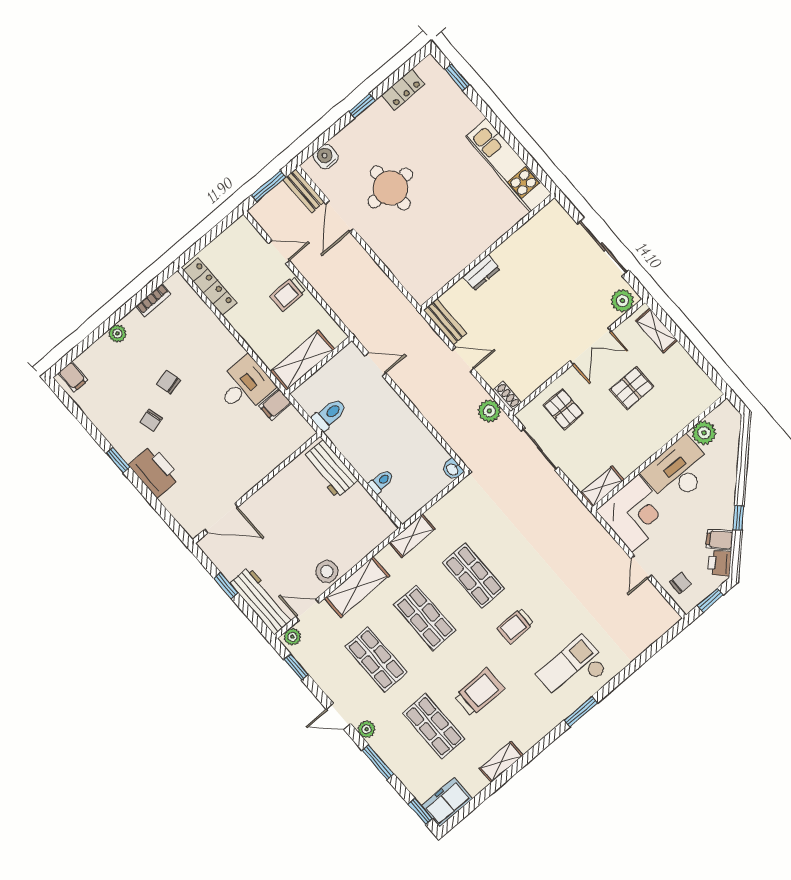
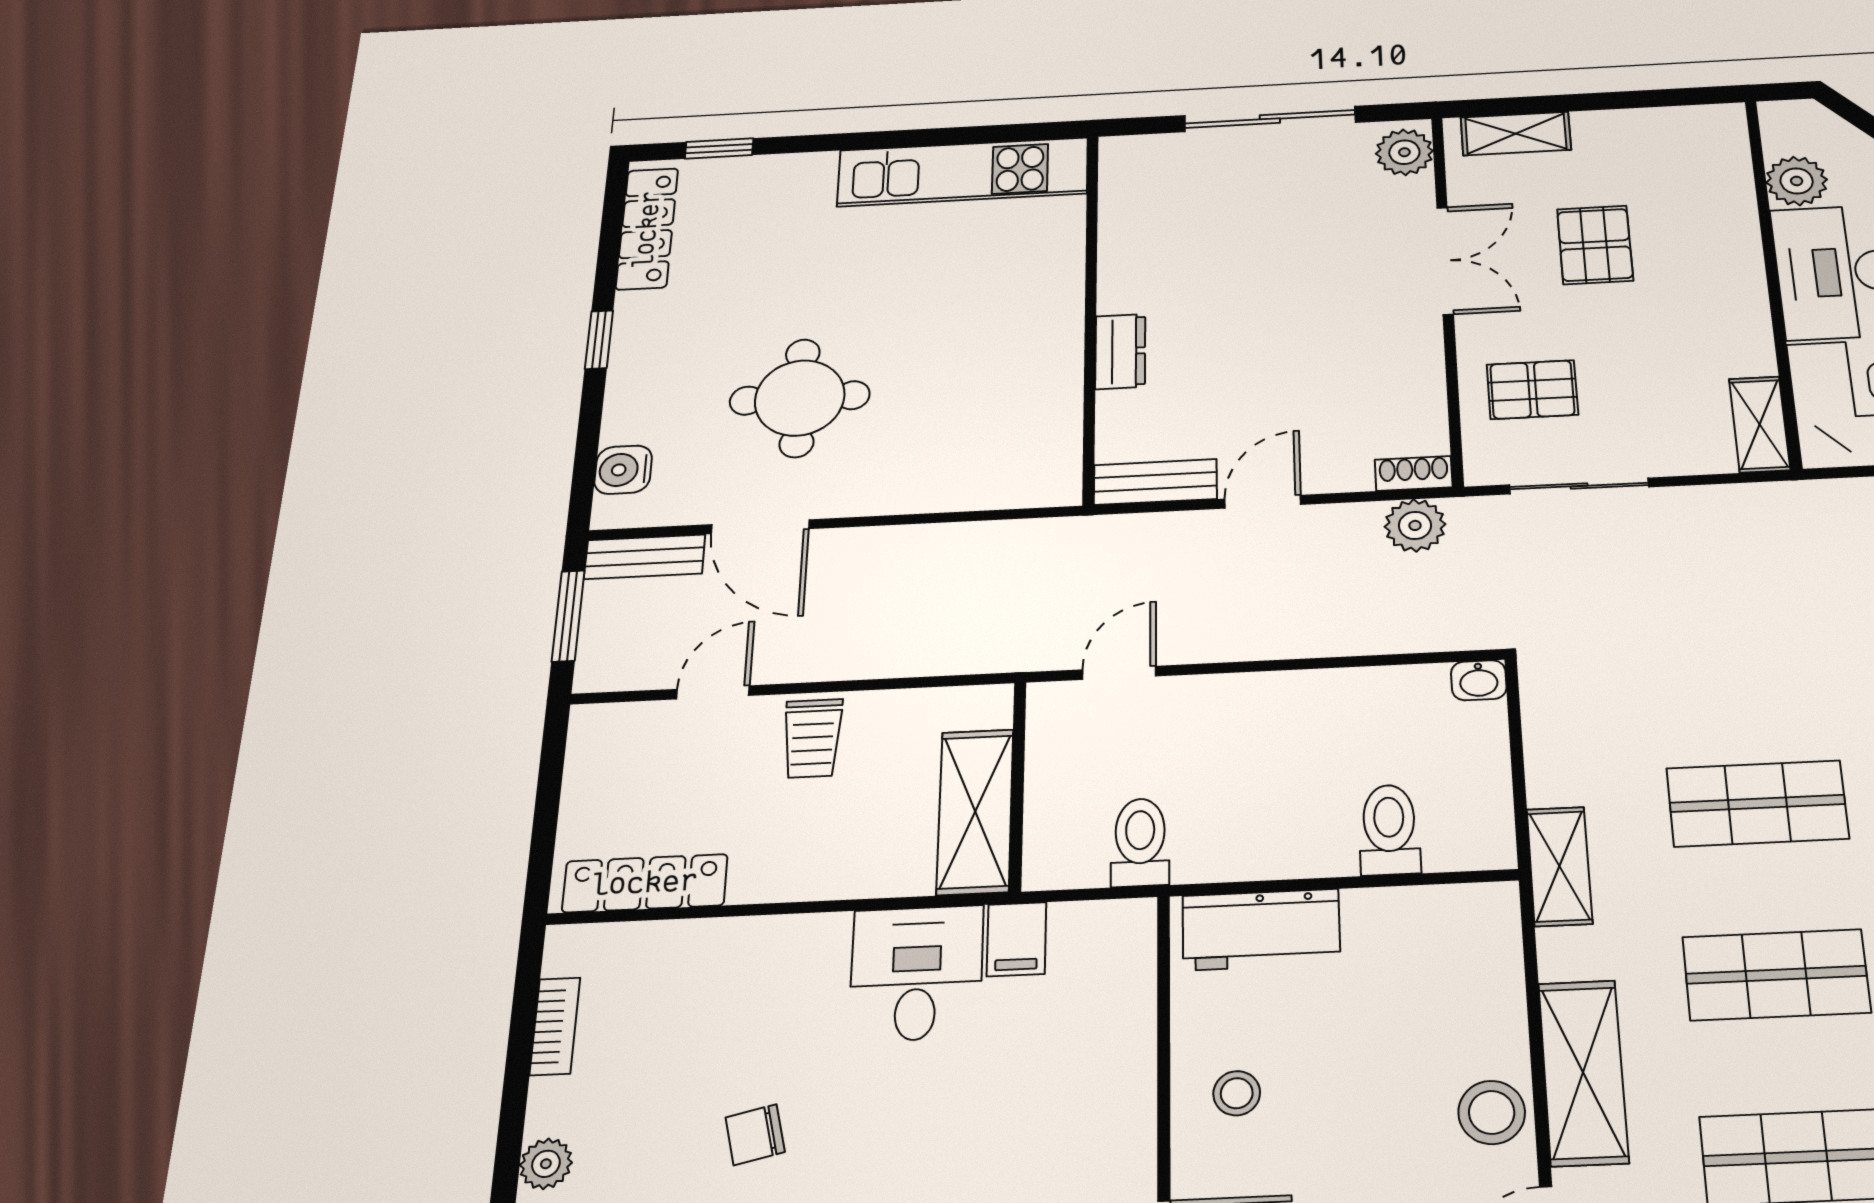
locker: (403, 89) -> (647, 229), width x1.53
toilet: (381, 481) -> (1389, 830), width x1.37, depth x1.39
stool: (280, 500) -> (1237, 1093), added

